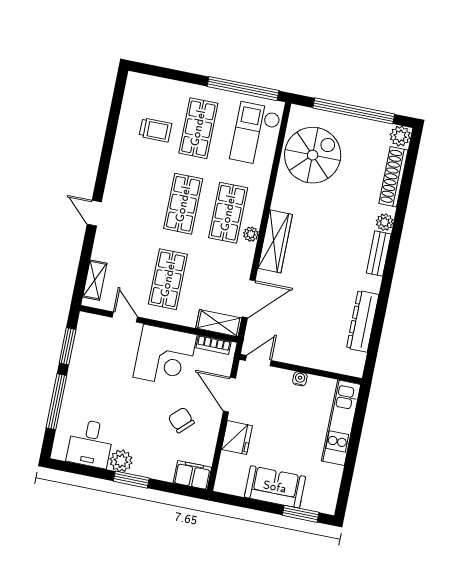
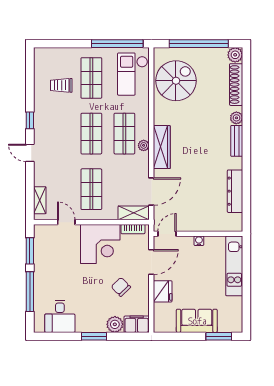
trolley: (155, 130) -> (61, 85), turned 180
window: (103, 169) -> (30, 120), added
door: (229, 395) -> (151, 262), swing flipped
plant: (121, 461) -> (115, 324), moved

